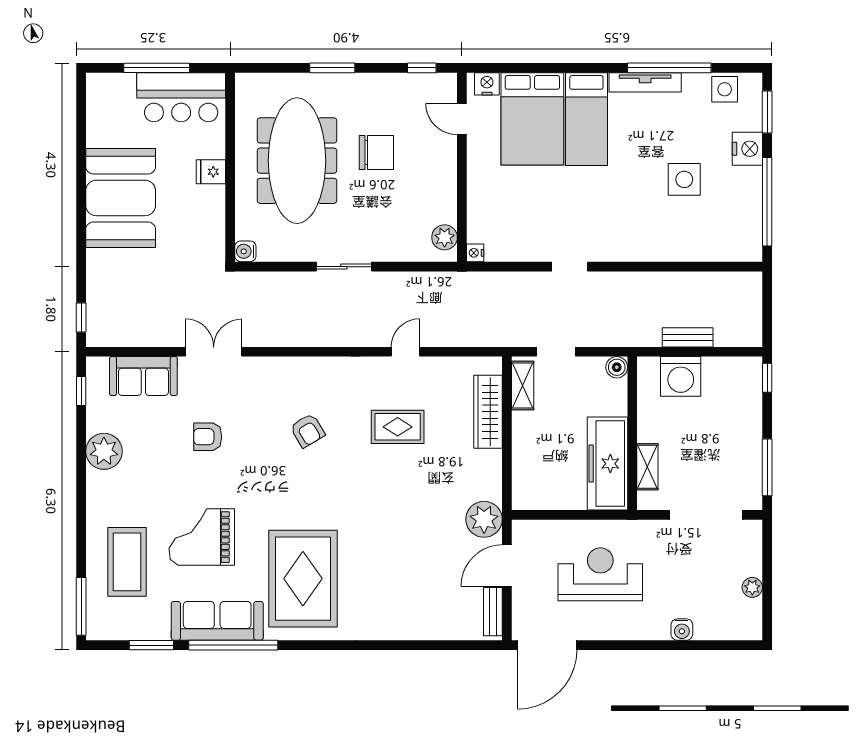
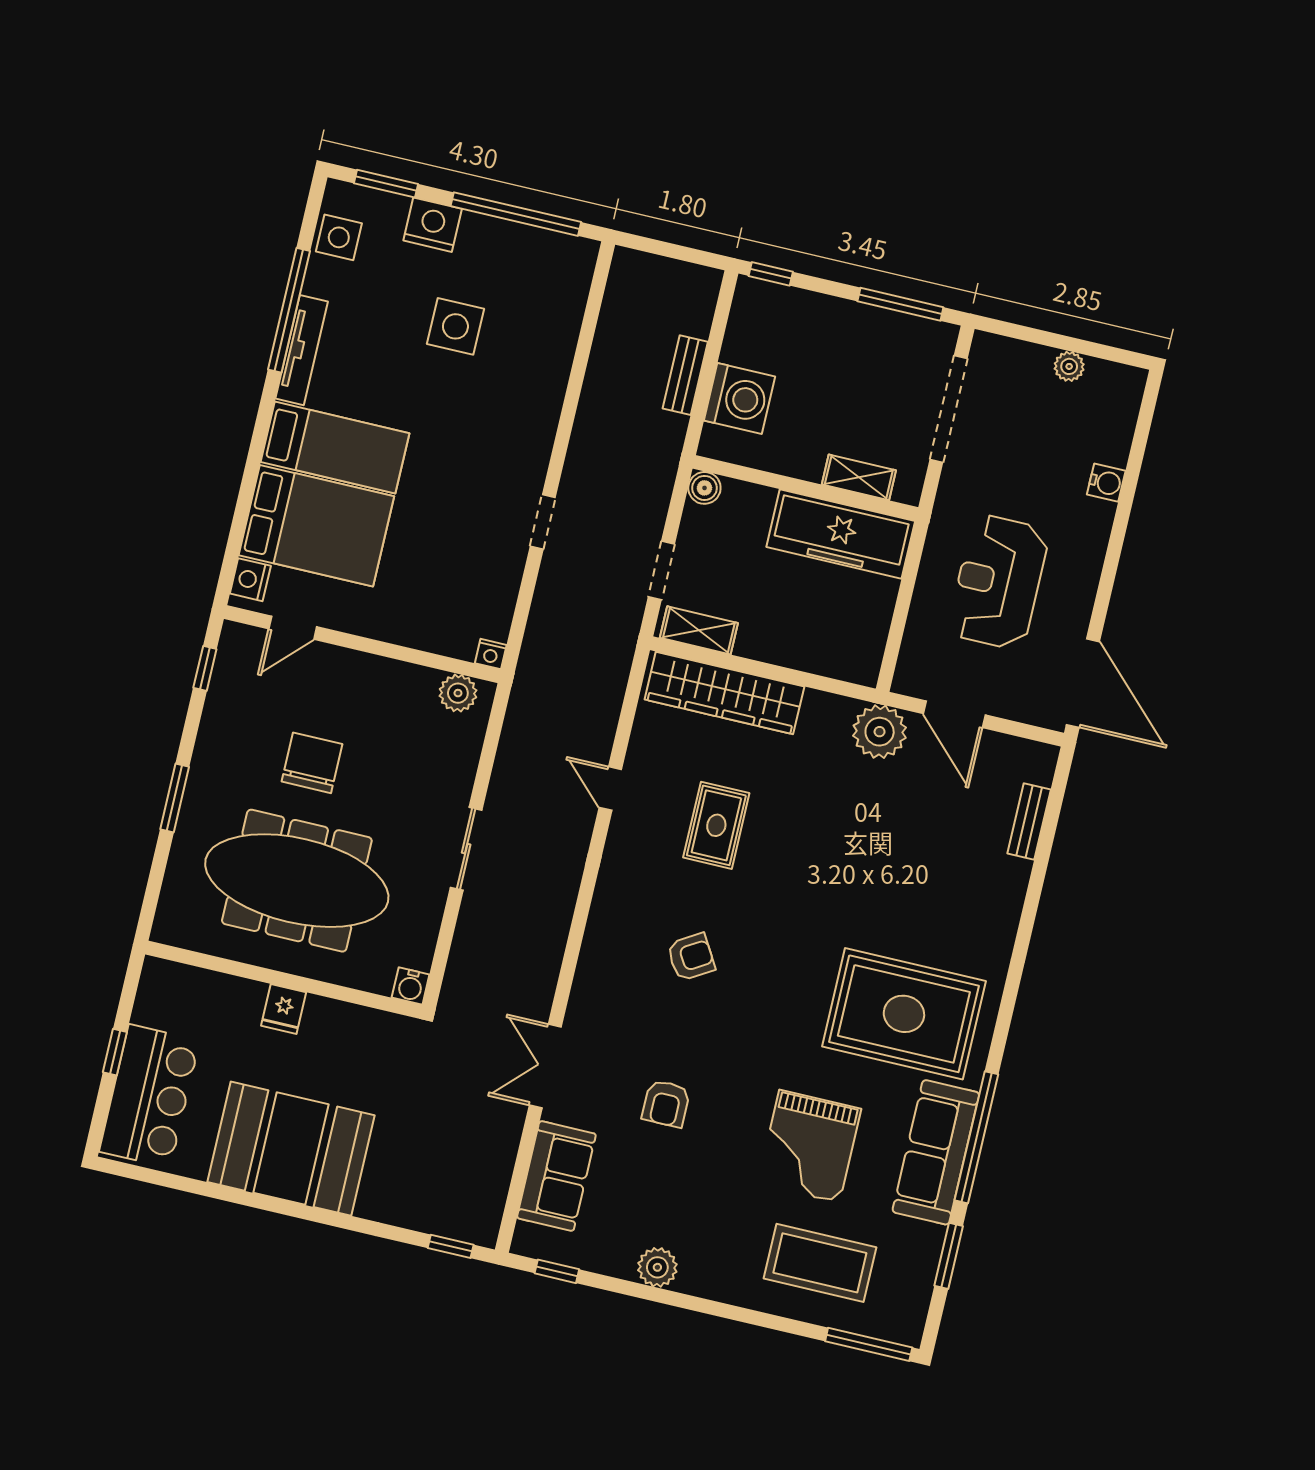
window: (157, 68) -> (115, 1052), width x0.46
bar counter: (181, 97) -> (149, 1096), moved
wardrobe: (488, 412) -> (724, 693), width x1.40, depth x1.17
plant: (104, 451) -> (657, 1267), width x0.73, depth x0.73
bench: (493, 612) -> (1029, 822), moved, turned 90

